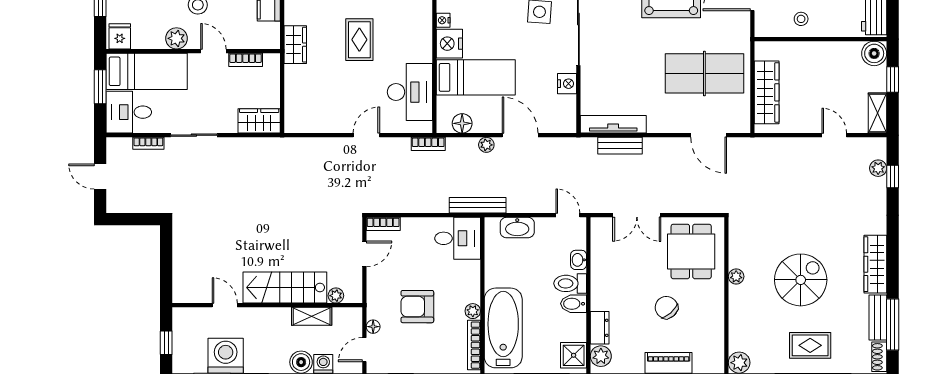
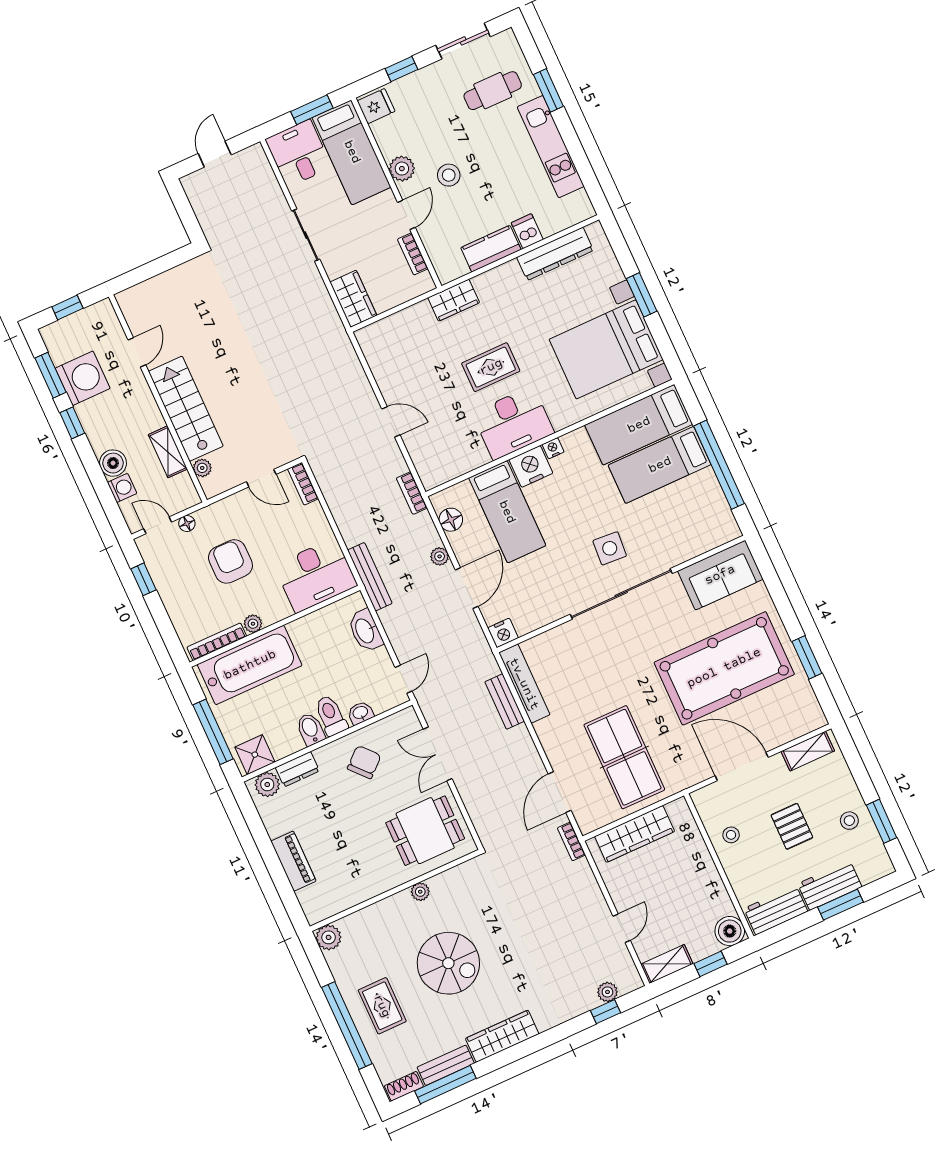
nightstand: (567, 84) -> (503, 633), moved
desk: (410, 92) -> (513, 423), moved
bookcase: (148, 143) -> (571, 841), moved
desk: (458, 238) -> (316, 575), width x1.37
chair: (666, 307) -> (364, 762), moved

